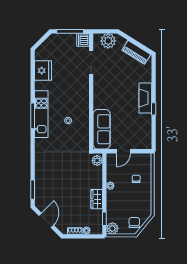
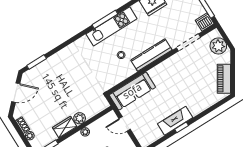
kitchen counter: (83, 97) -> (151, 55), added
fireplace: (145, 98) -> (175, 121), moved
plant: (97, 160) -> (80, 118), moved

